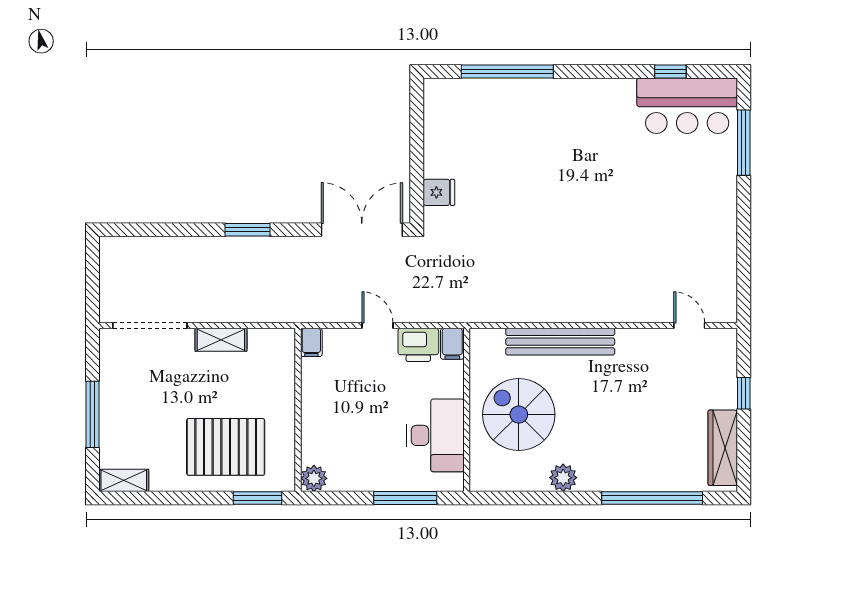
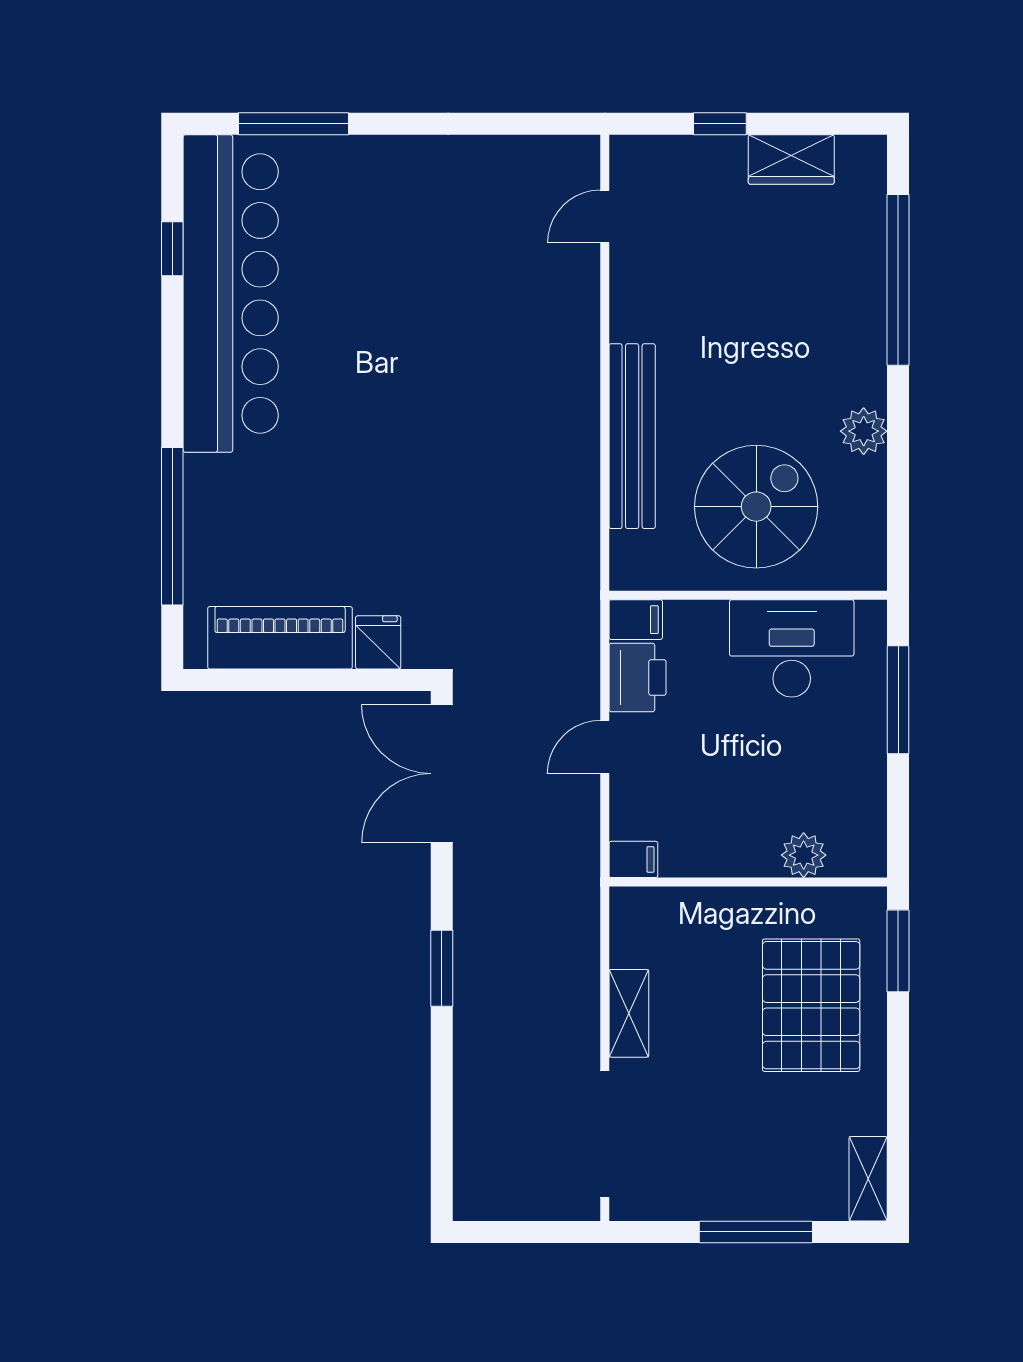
bar counter: (687, 106) -> (231, 294), width x1.86
piano: (442, 135) -> (280, 638), added
spiral stairs: (519, 415) -> (756, 507), turned 180
wardrobe: (723, 448) -> (791, 160), width x0.67
plant: (314, 478) -> (804, 855), moved

